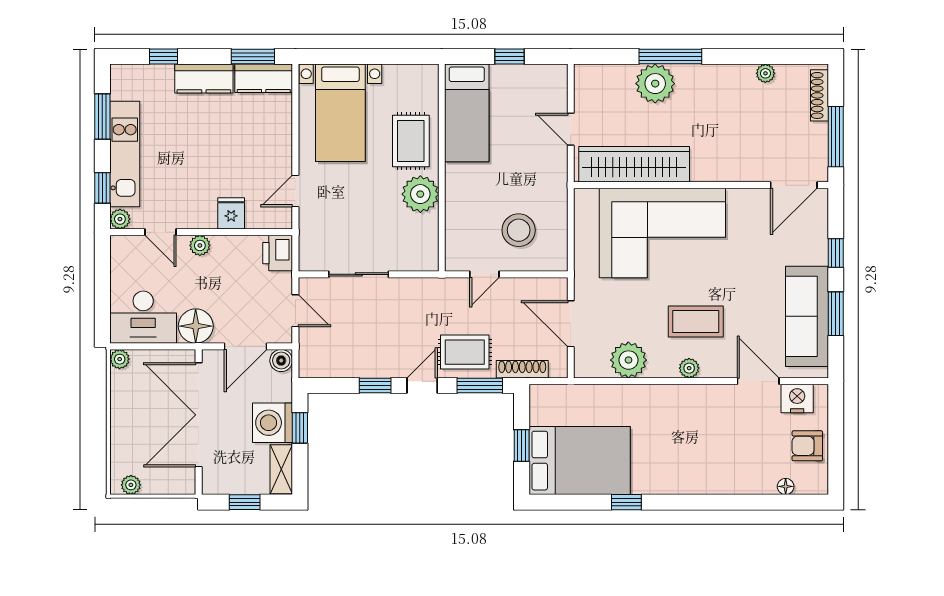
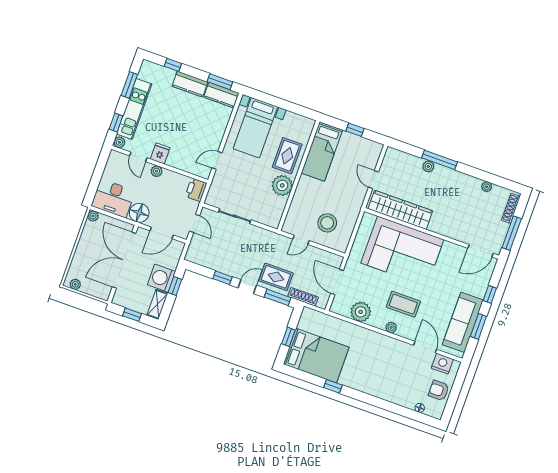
plant: (655, 84) -> (428, 166), width x0.53, depth x0.53
fridge: (231, 213) -> (160, 153), moved
boiler: (281, 361) -> (178, 247), removed

